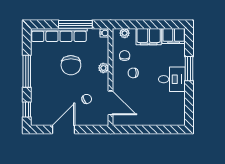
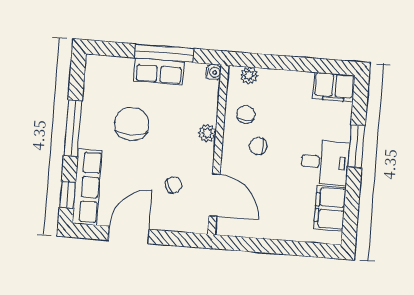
row of seats: (59, 35) -> (159, 71), width x0.50
filing cabinet: (149, 37) -> (330, 208), moved, turned 90
chair: (71, 65) -> (132, 124), moved, turned 180
row of seats: (38, 104) -> (87, 187), added

